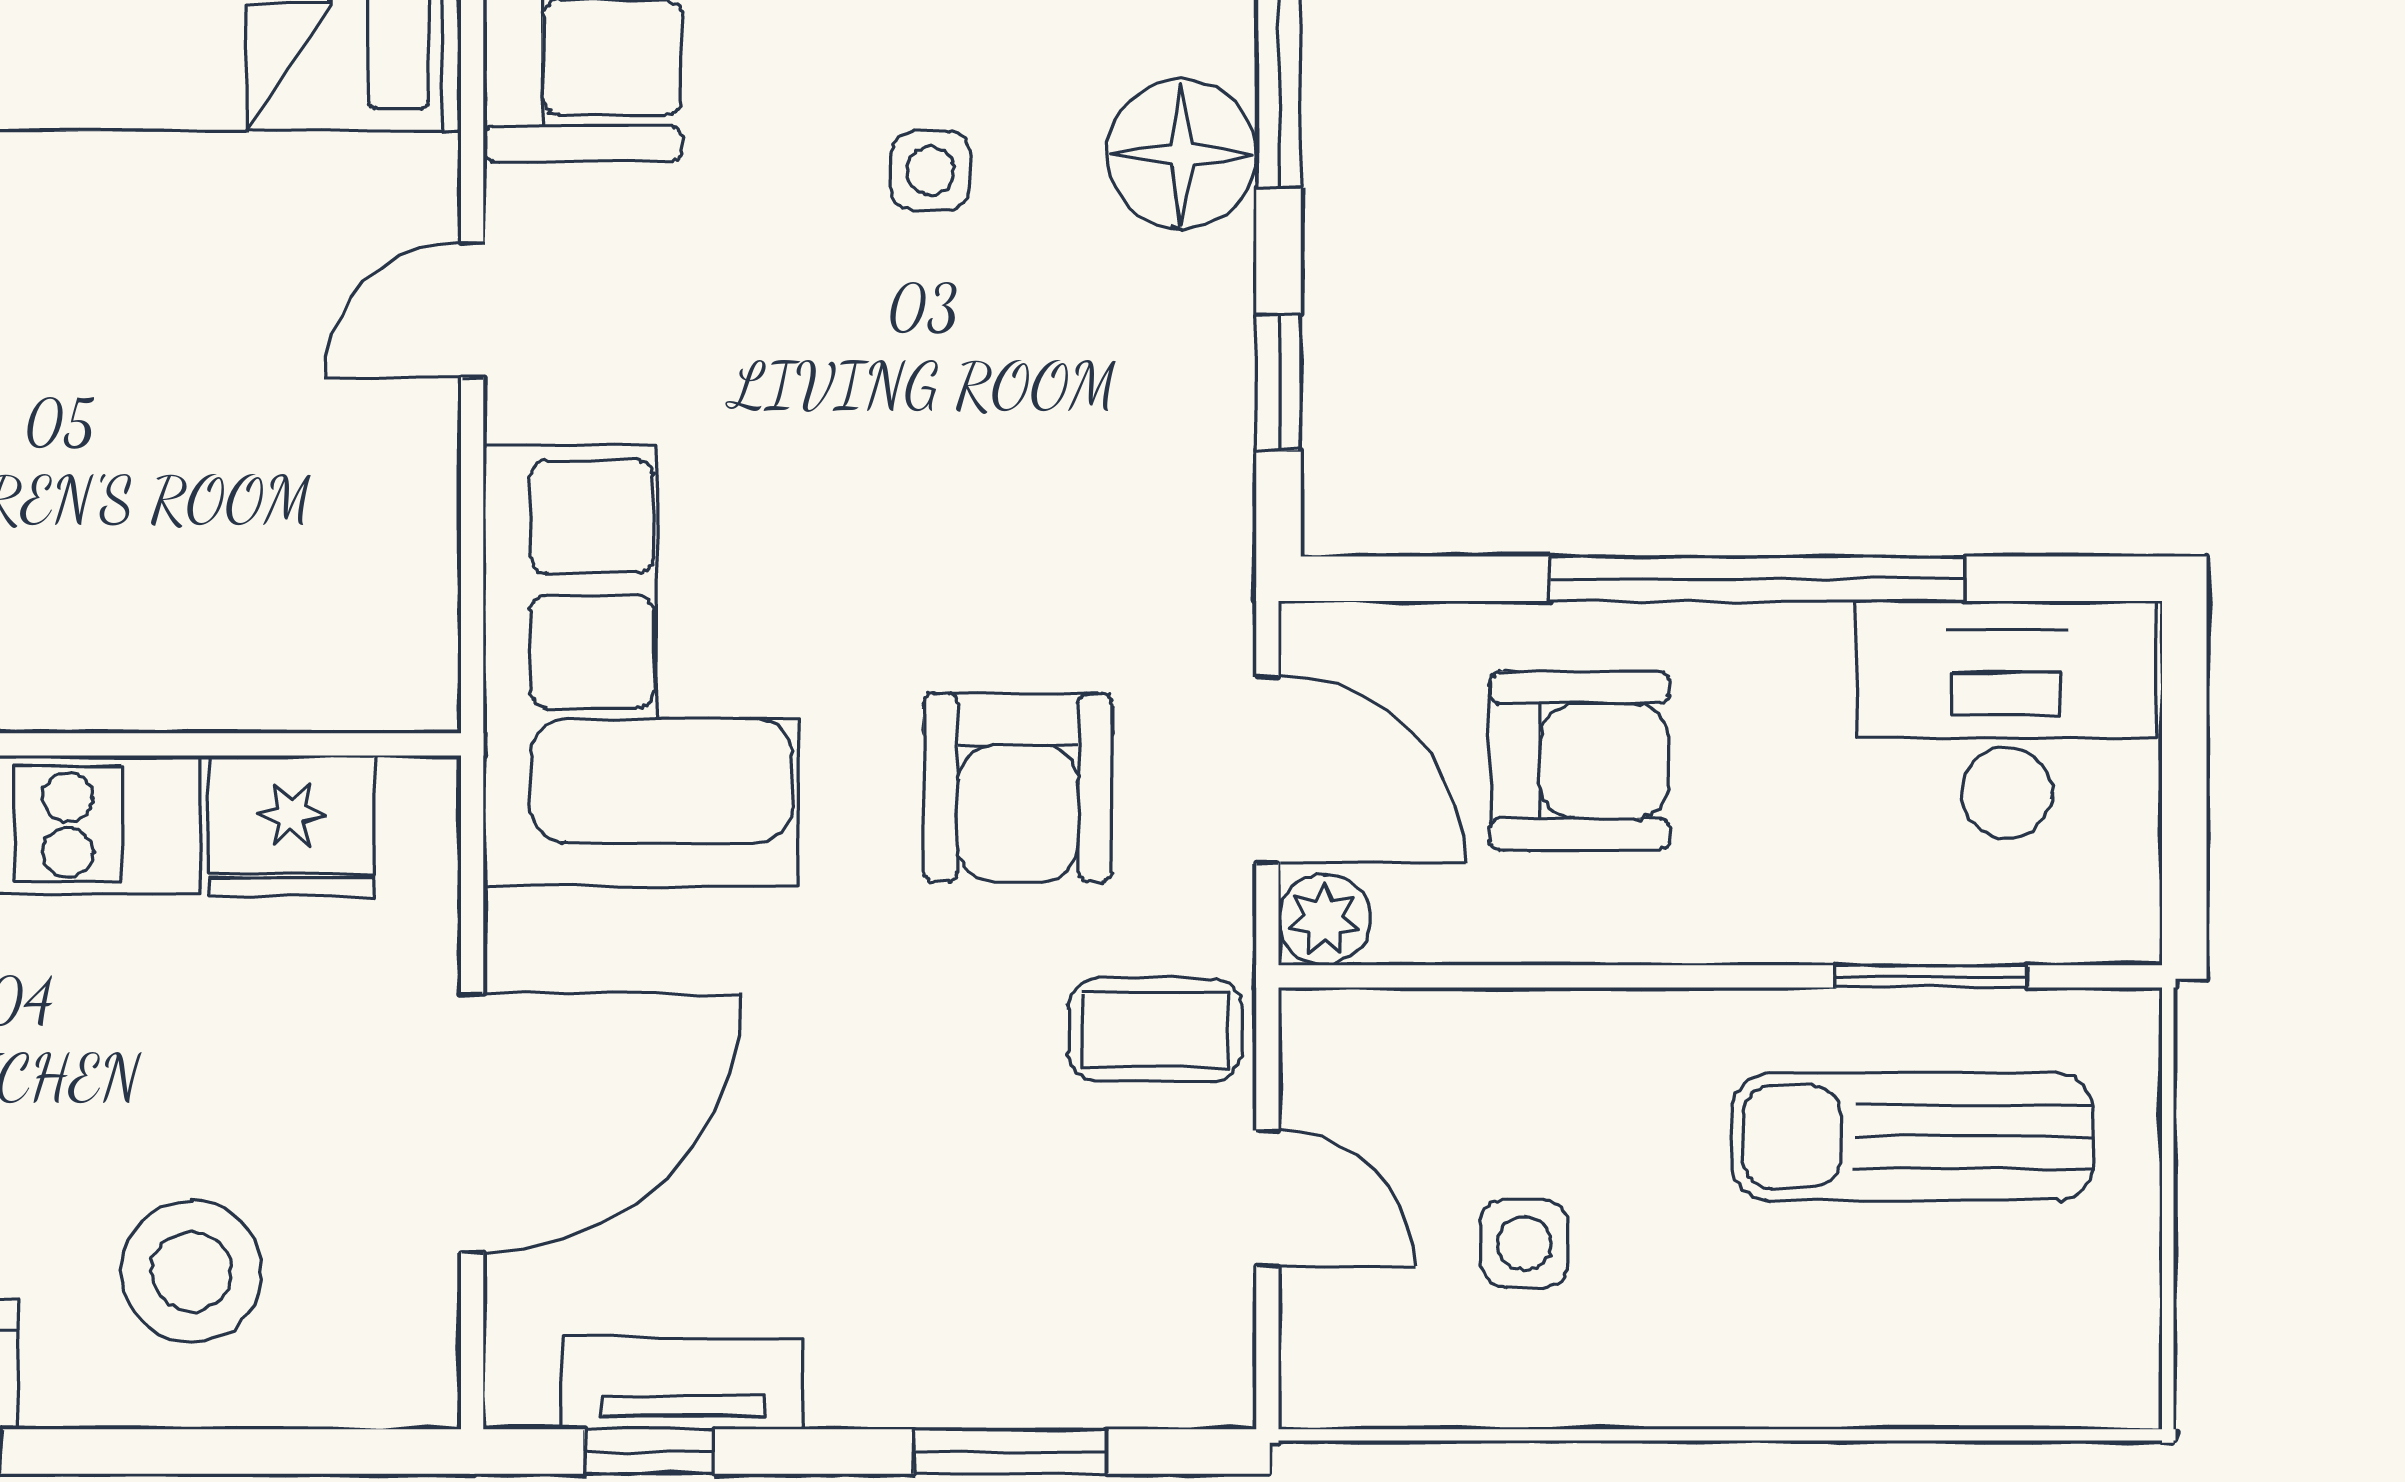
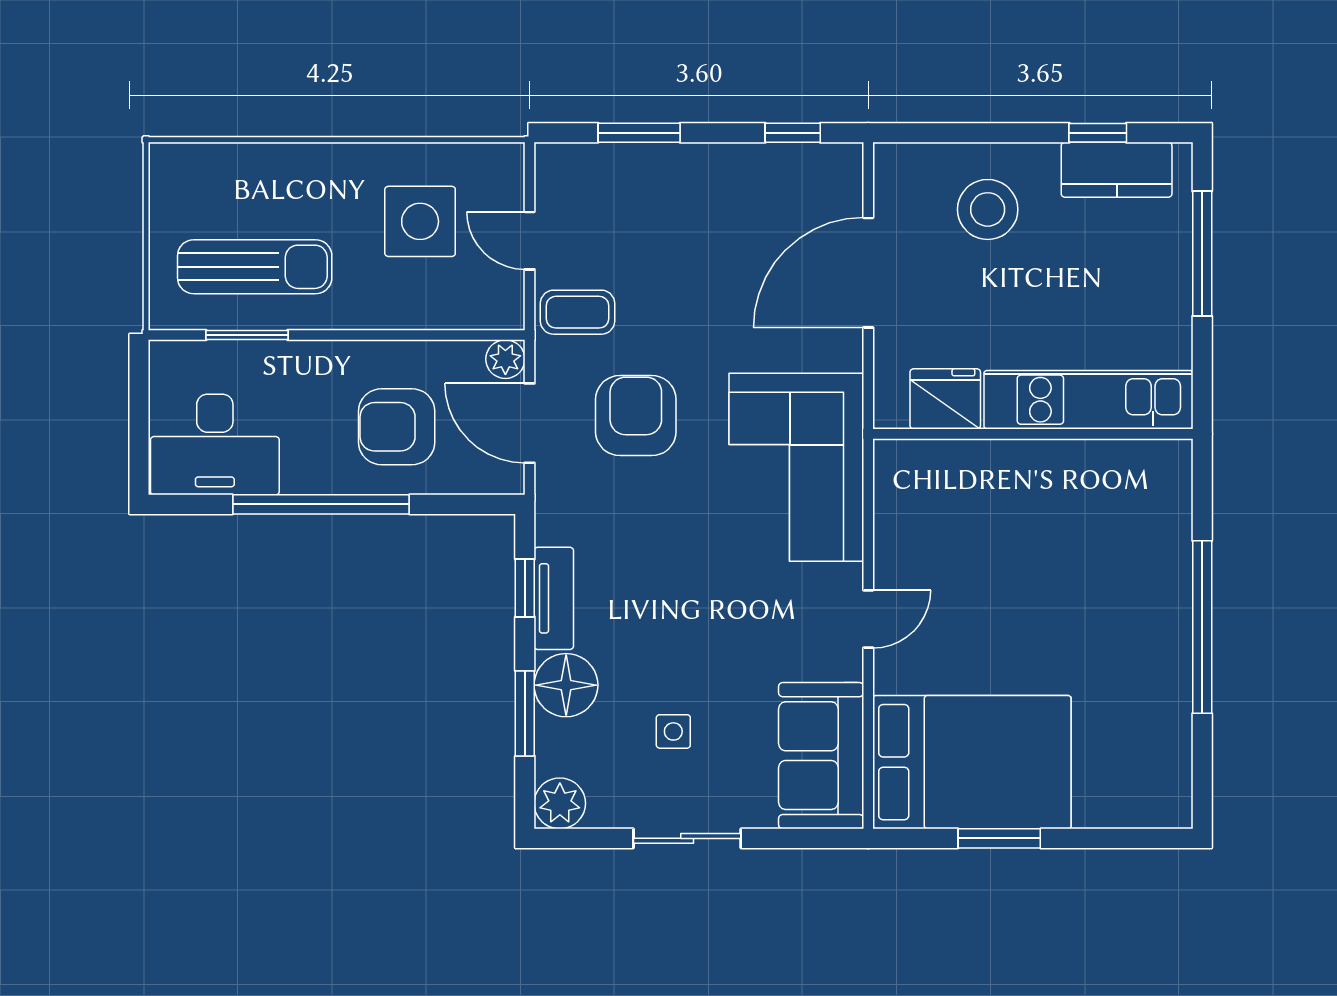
side table: (930, 171) -> (673, 731), moved
side table: (1525, 1243) -> (420, 221), width x1.87, depth x1.87
tv unit: (683, 1383) -> (554, 598), moved, turned -90

